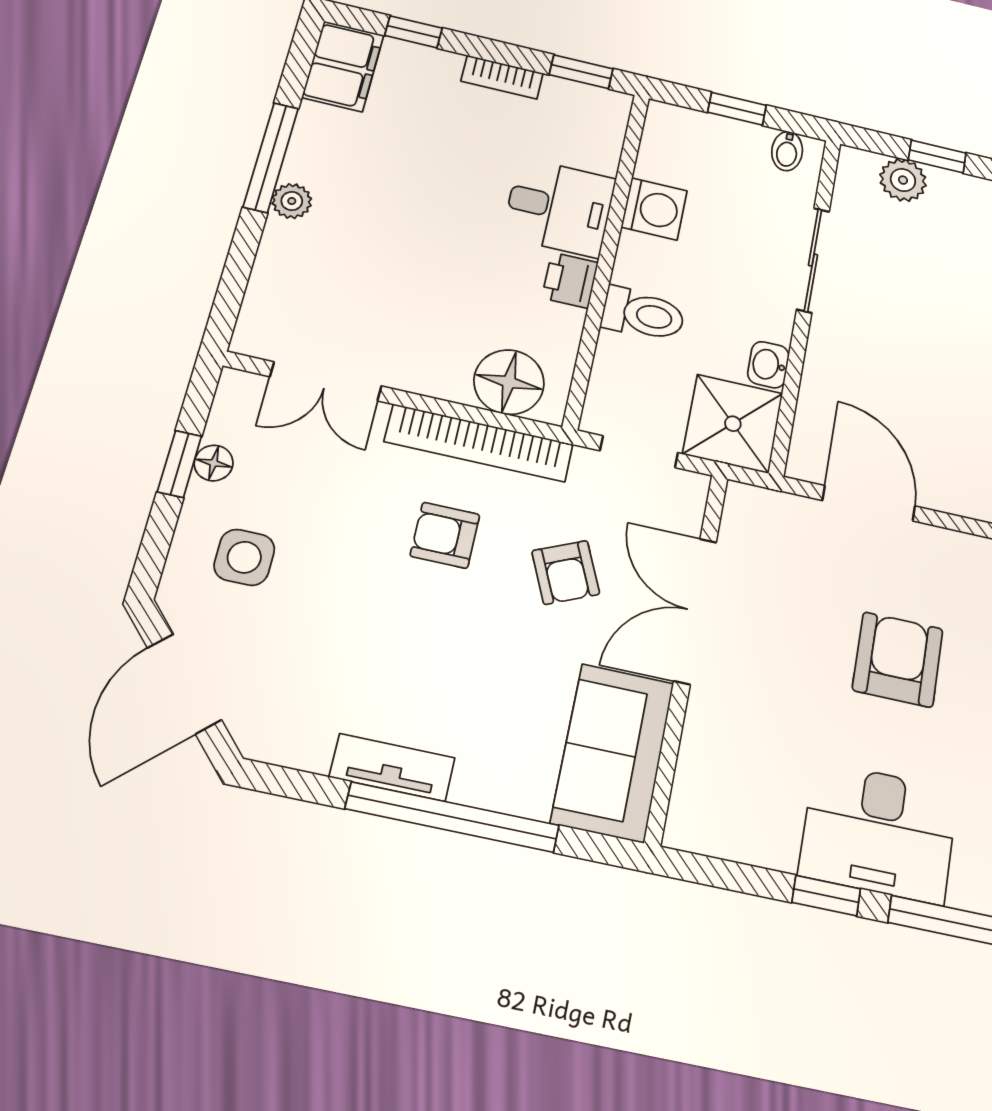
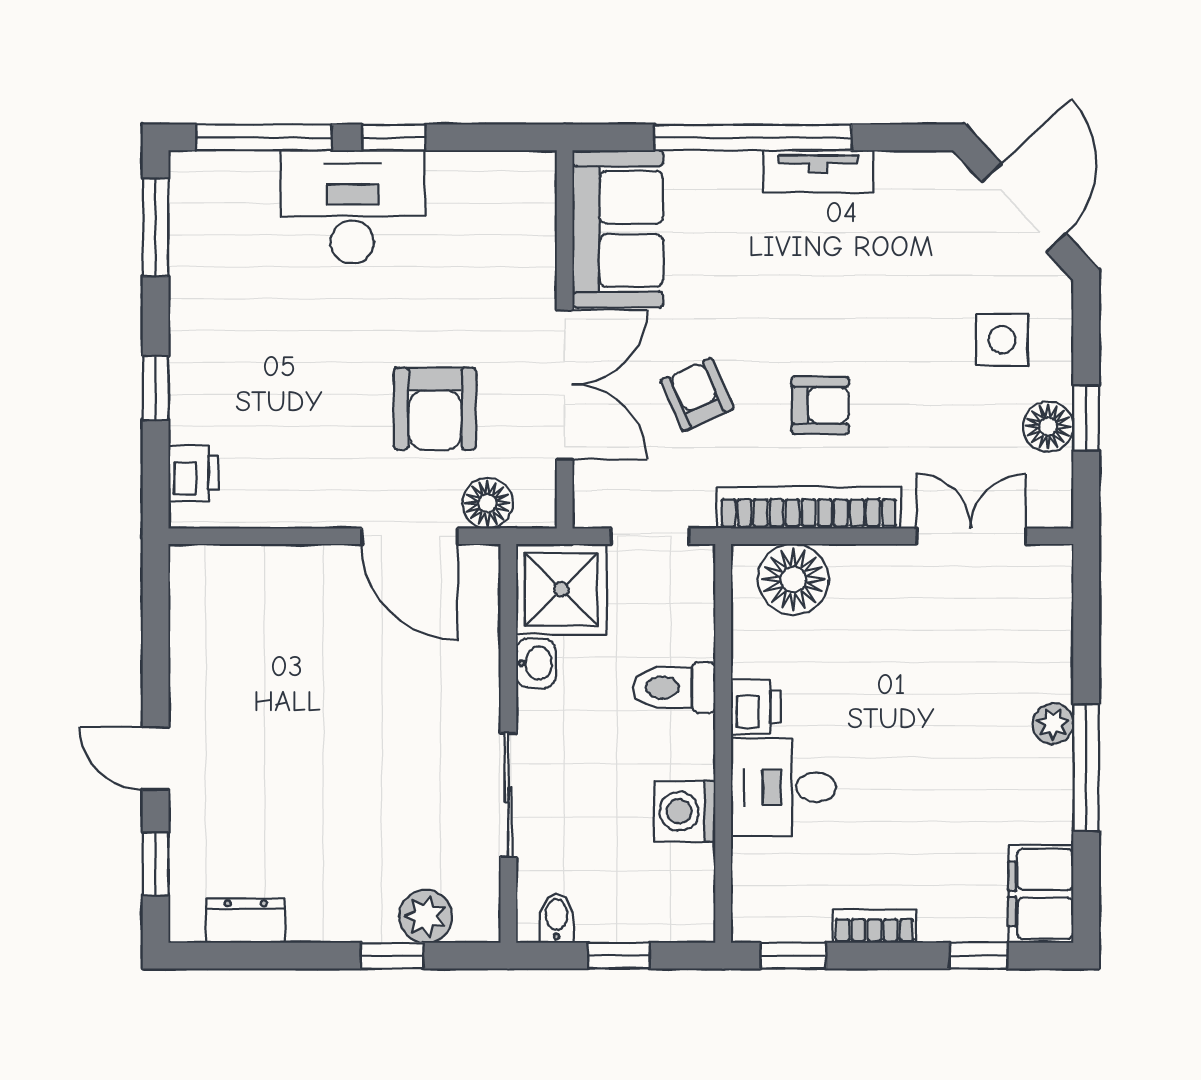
floor lamp: (214, 463) -> (1048, 427), width x1.37, depth x1.37
floor lamp: (790, 517) -> (487, 503), added
armchair: (898, 659) -> (435, 409), moved

